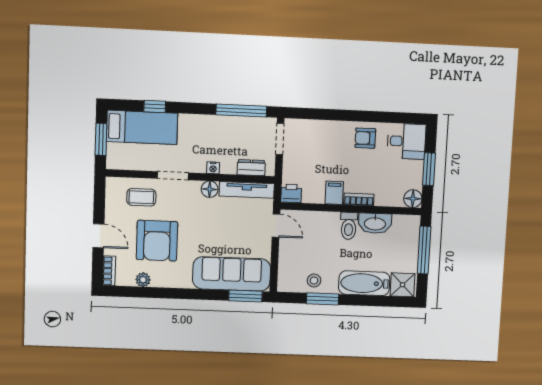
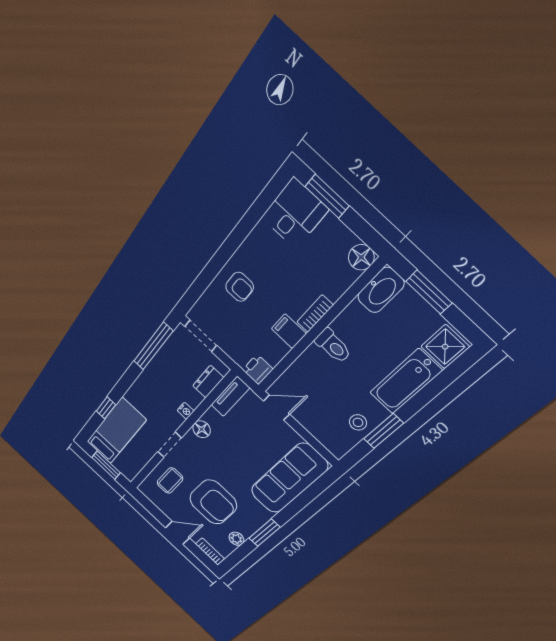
armchair: (365, 138) -> (240, 287), moved, turned -90
window: (429, 169) -> (327, 196), moved
tv unit: (247, 190) -> (230, 396), width x0.71
washbasin: (375, 223) -> (381, 290), moved
window: (424, 250) -> (429, 292), width x0.69
window: (245, 296) -> (264, 533), moved

